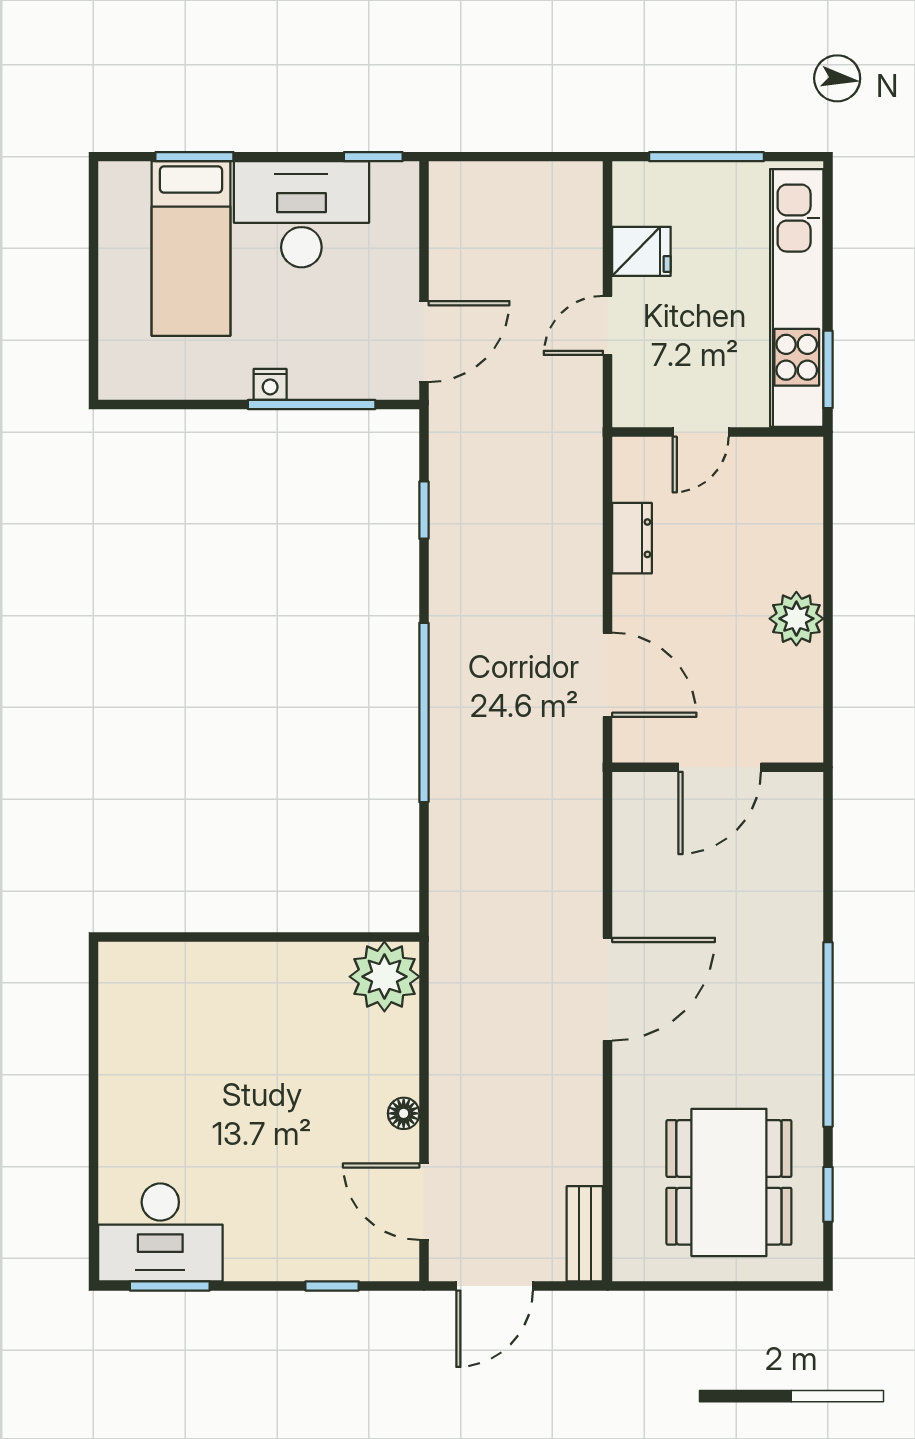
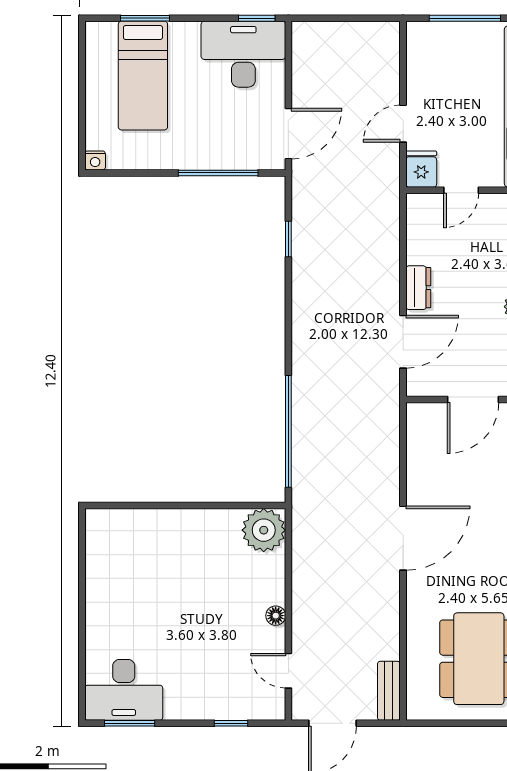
desk: (301, 214) -> (243, 54), moved
fridge: (641, 251) -> (421, 169), moved, turned -90
nightstand: (270, 384) -> (95, 160), moved
dresser: (632, 538) -> (418, 288), moved
door: (608, 675) -> (403, 342), hinge flipped
window: (424, 712) -> (288, 431), moved
door: (424, 1202) -> (288, 671), width x0.73

